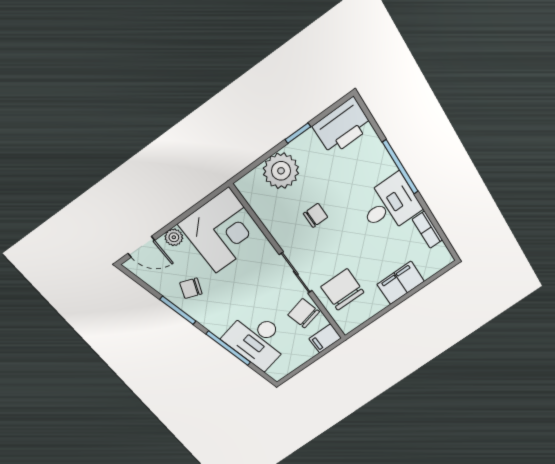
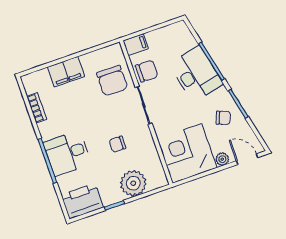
desk: (390, 205) -> (67, 153), moved
chair: (304, 313) -> (147, 71), turned -76
desk: (257, 340) -> (196, 74), moved

